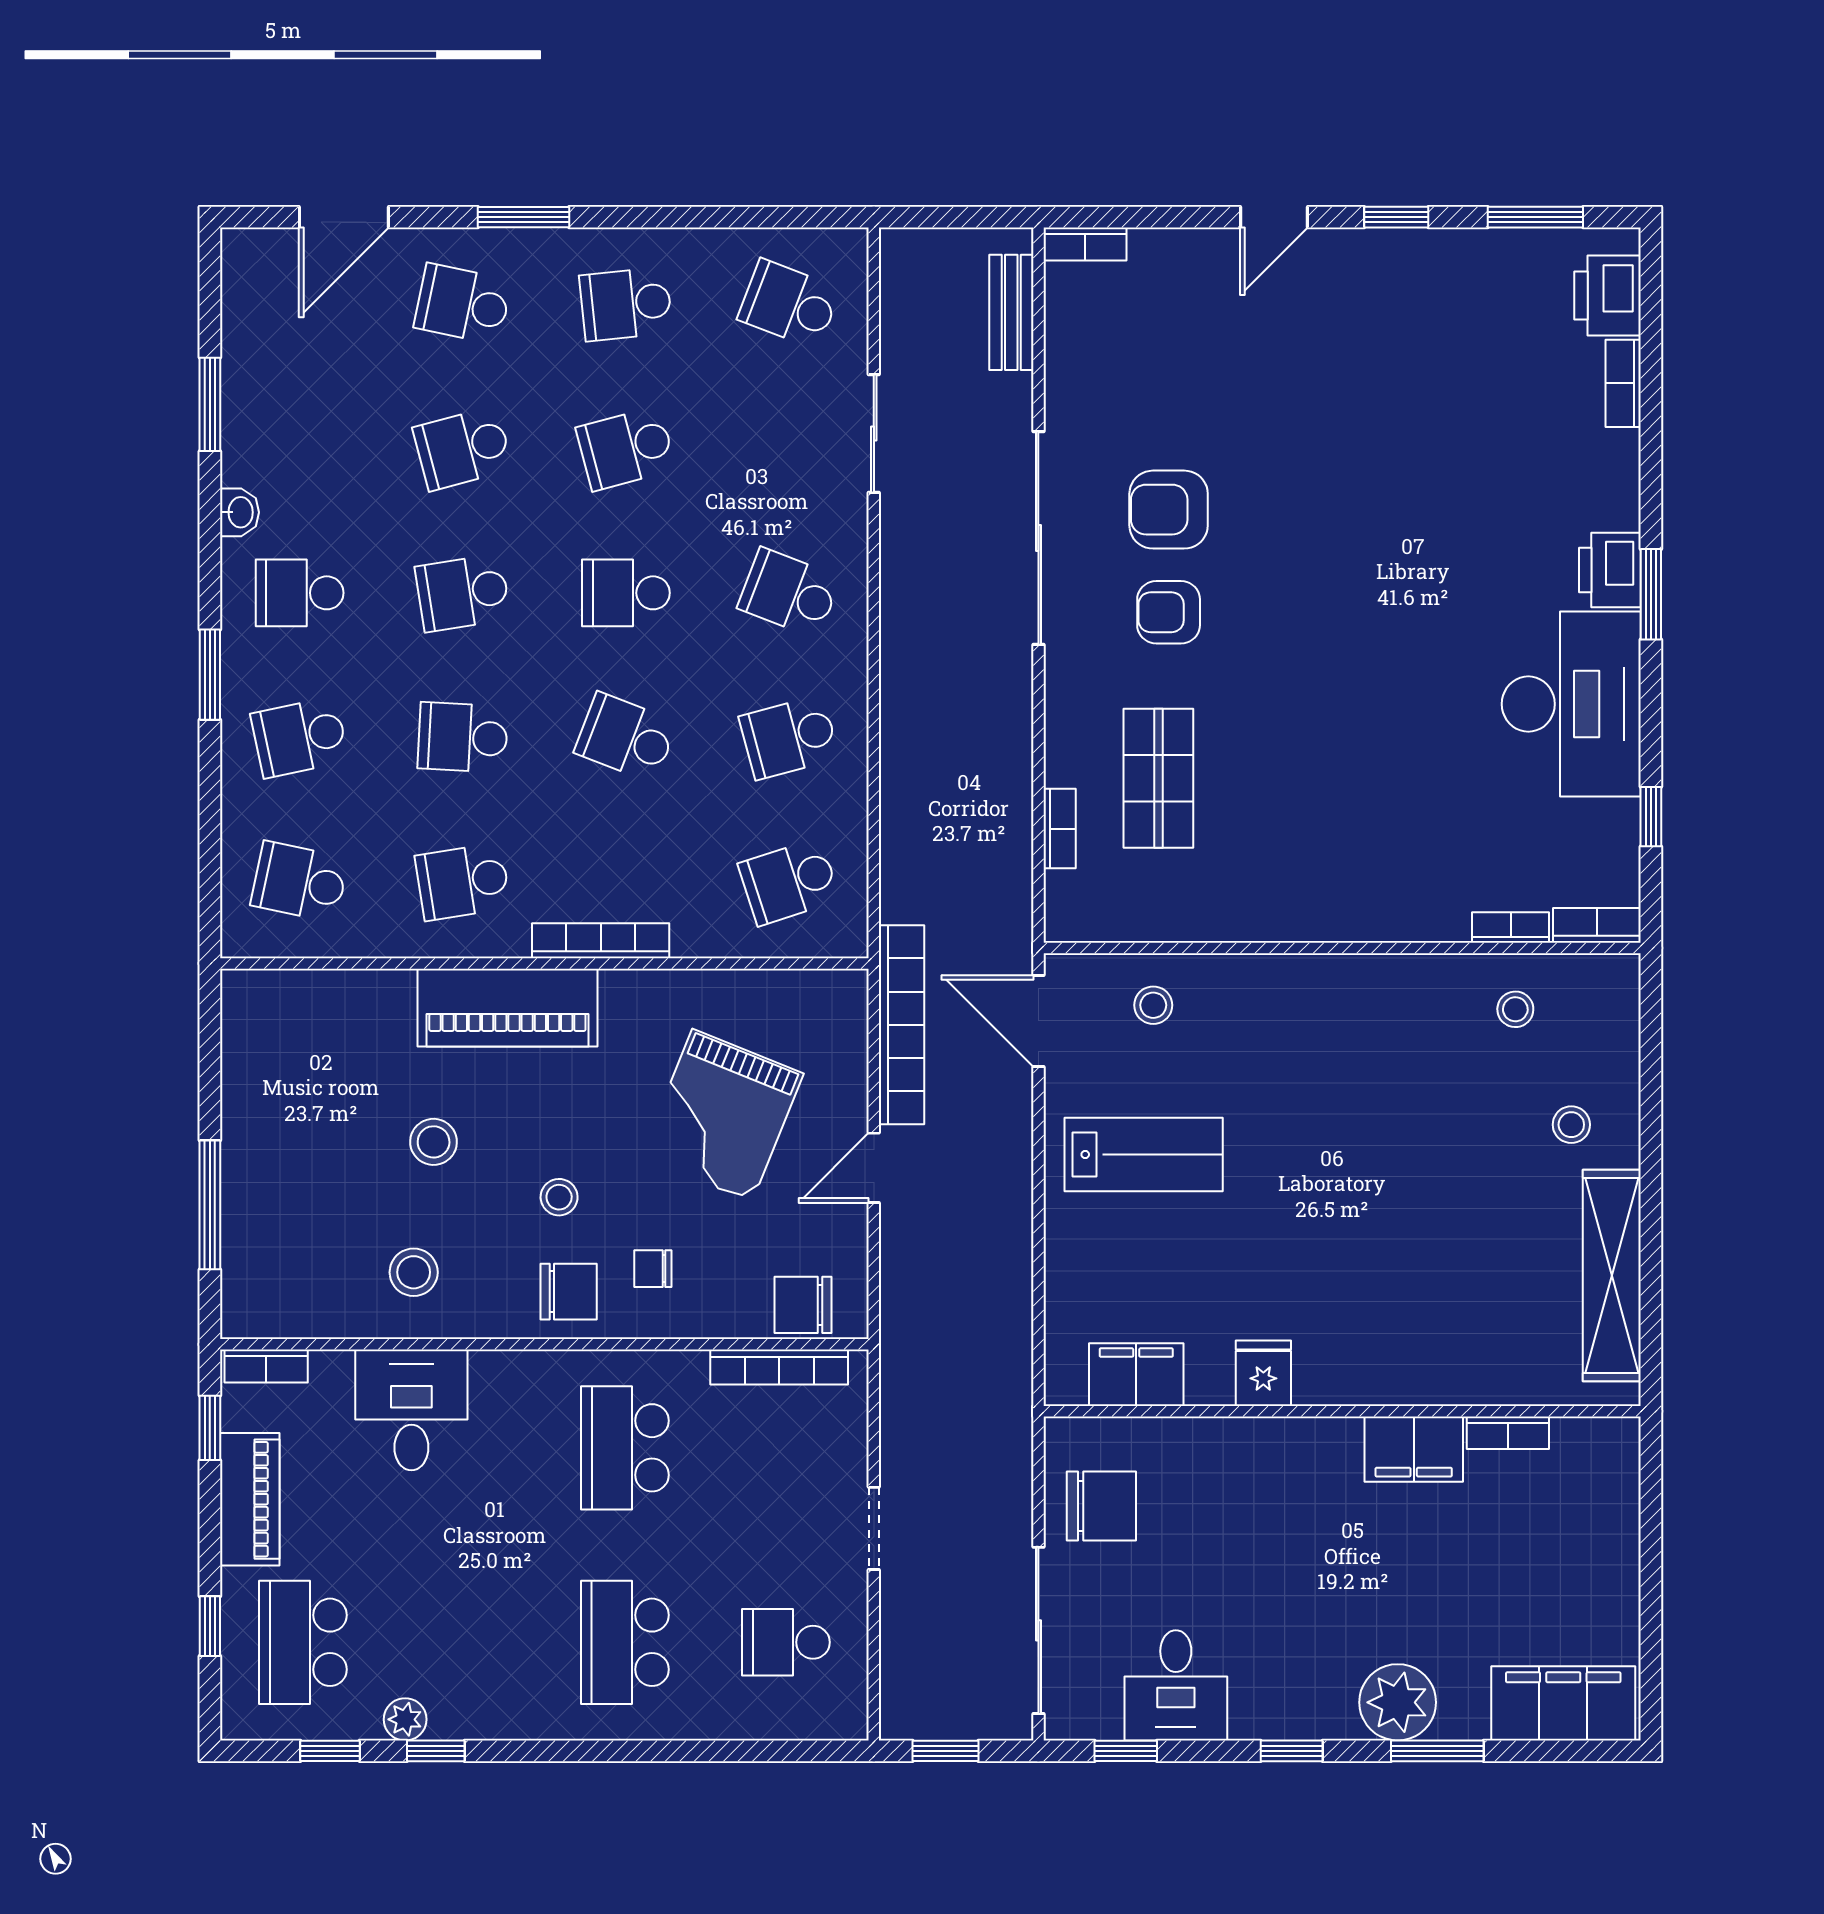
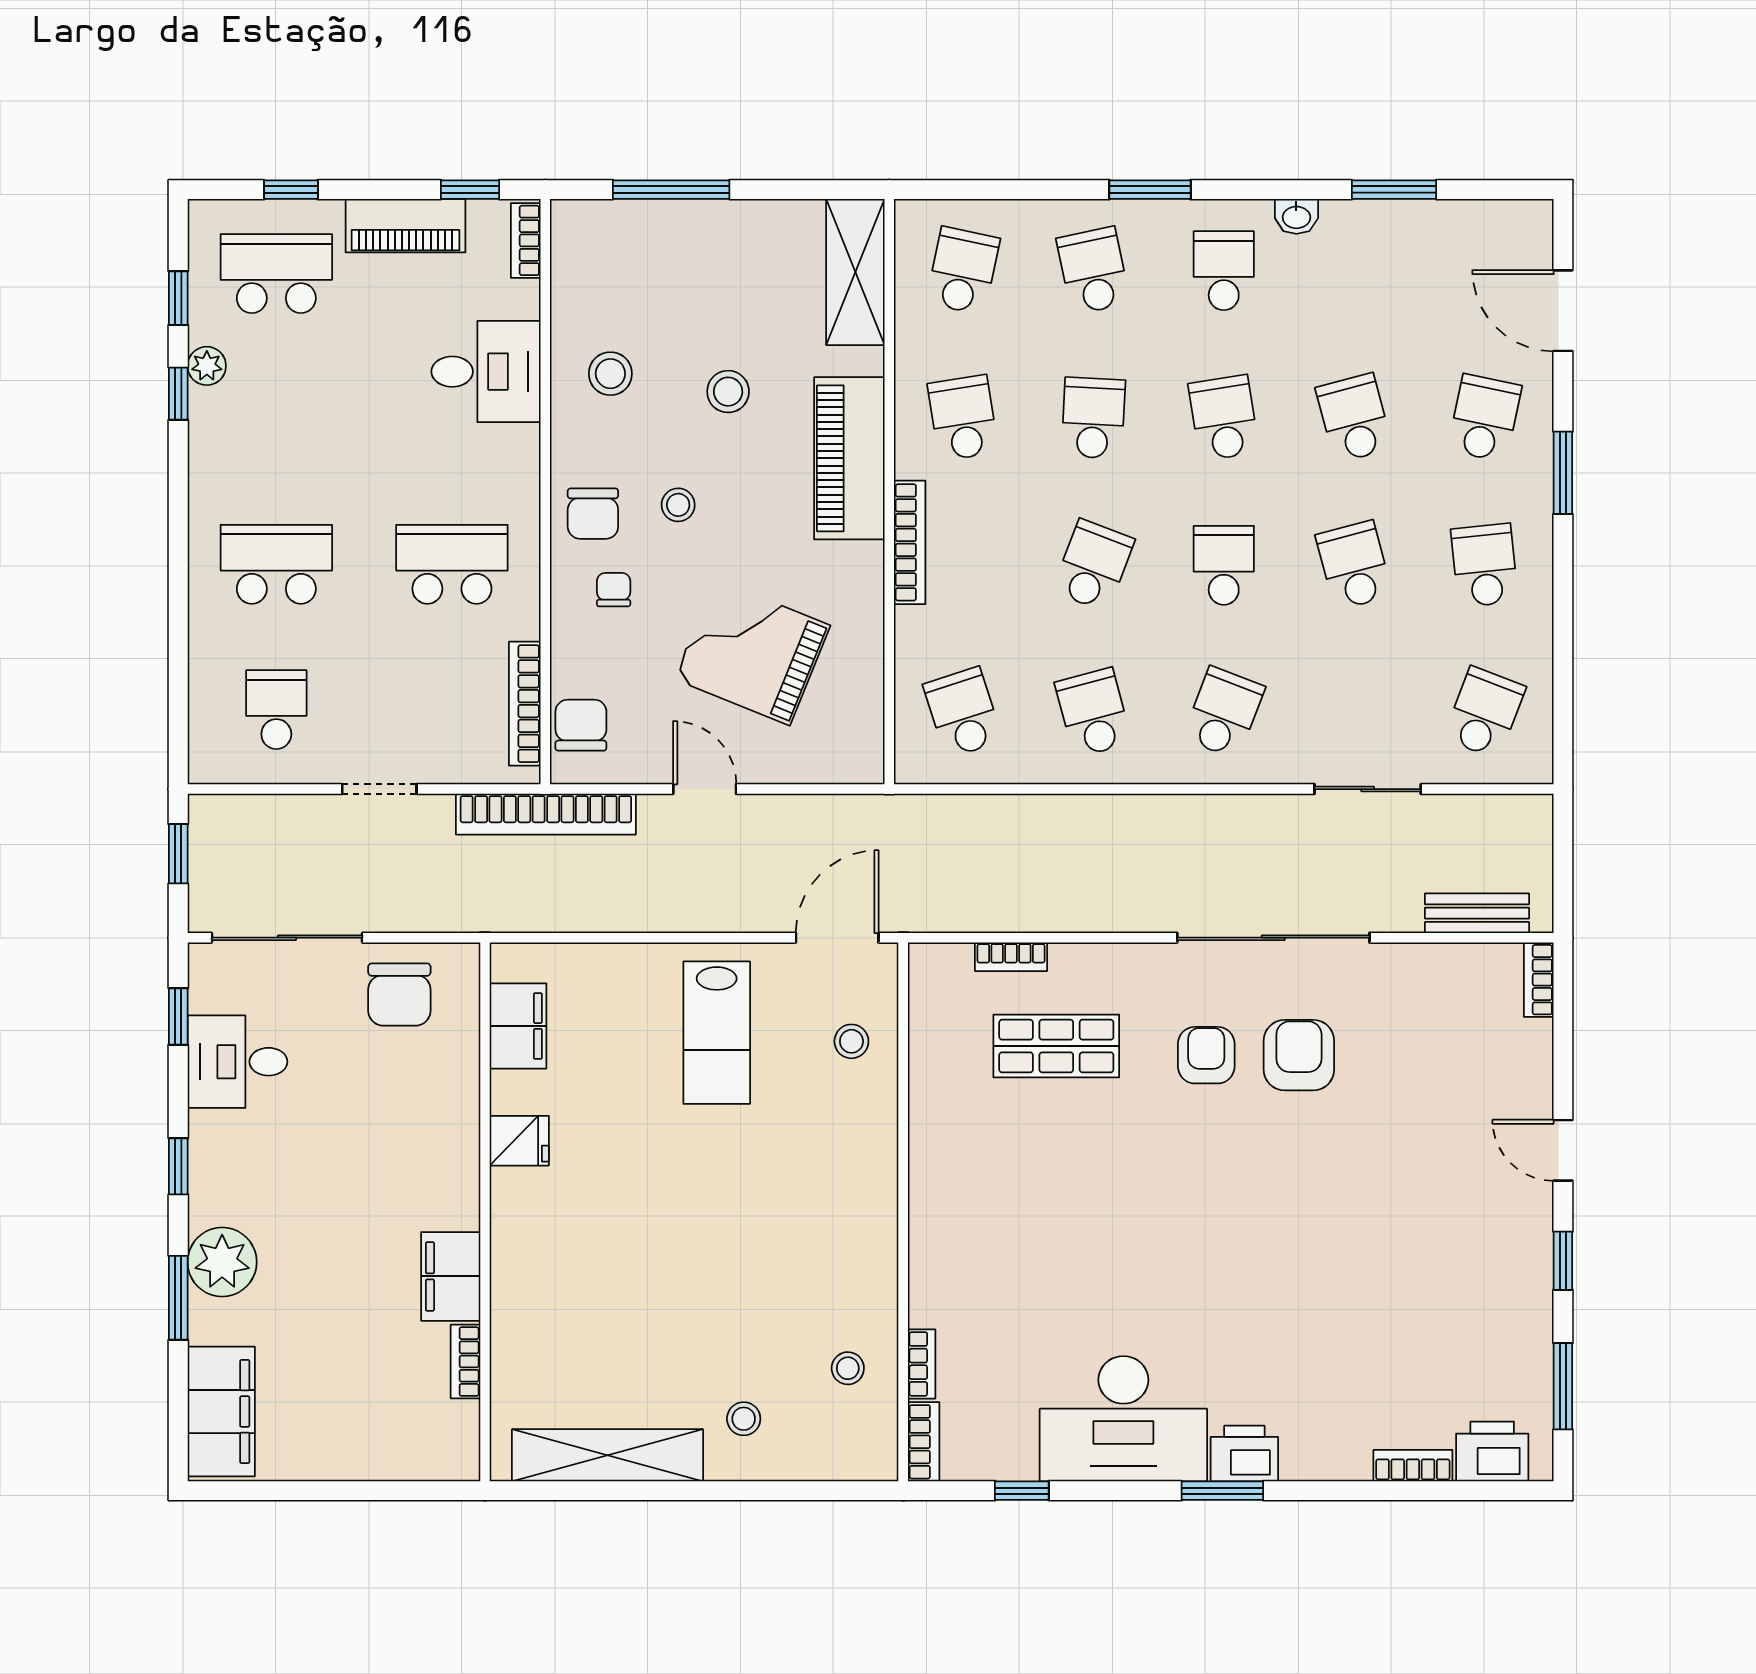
shelving: (301, 1001) -> (855, 272), added
bookcase: (902, 1025) -> (546, 814), moved

